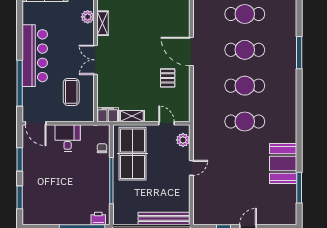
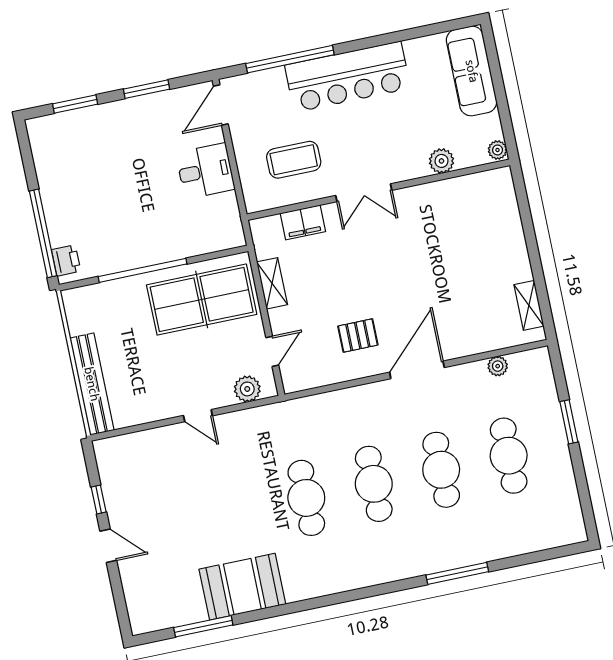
plant: (198, 10) -> (498, 366), added
shelving: (103, 23) -> (435, 192), removed
double door: (95, 60) -> (364, 193), swing flipped
filing cabinet: (108, 115) -> (303, 222), moved, turned 90
chair: (102, 148) -> (200, 240), removed

